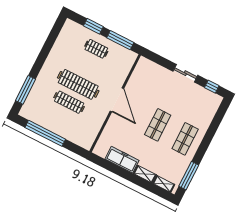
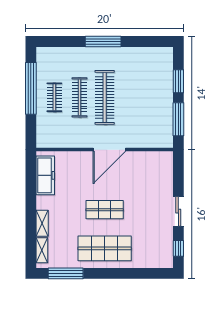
clothes rail: (96, 49) -> (54, 97), moved
window: (25, 90) -> (103, 41), moved
shop shelf: (185, 139) -> (105, 248), width x1.43, depth x1.36
freezer: (122, 160) -> (45, 175), moved

